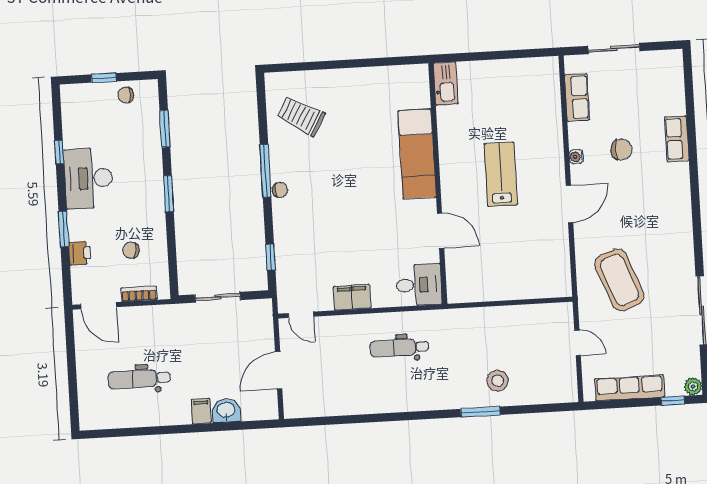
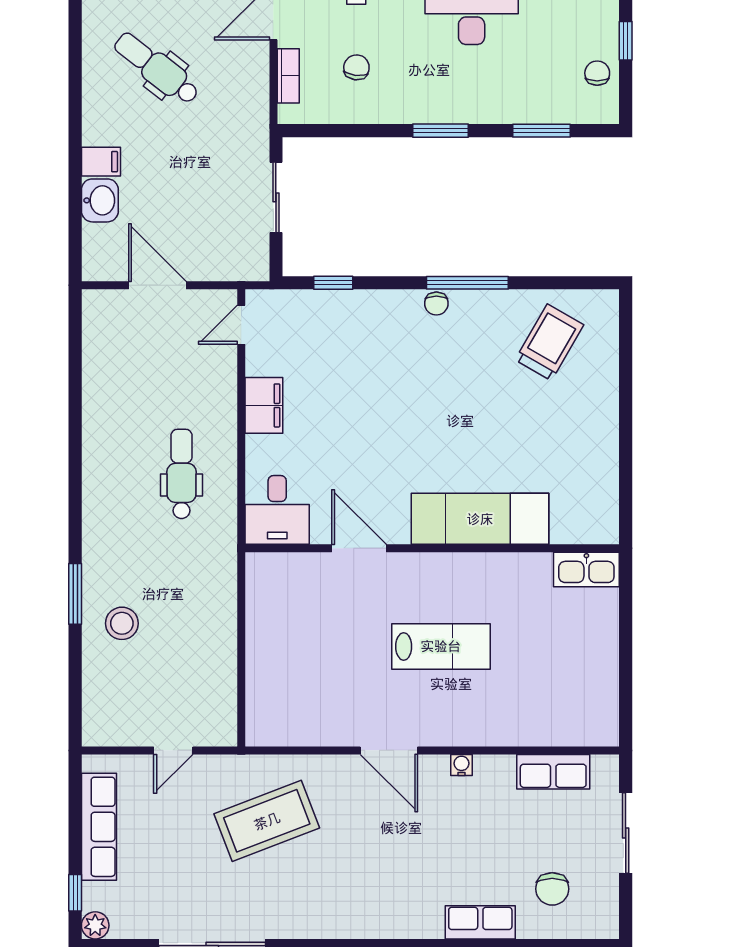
chair: (621, 150) -> (552, 889), moved
door: (441, 231) -> (359, 548), swing flipped
dental chair: (139, 379) -> (157, 68), turned -52

